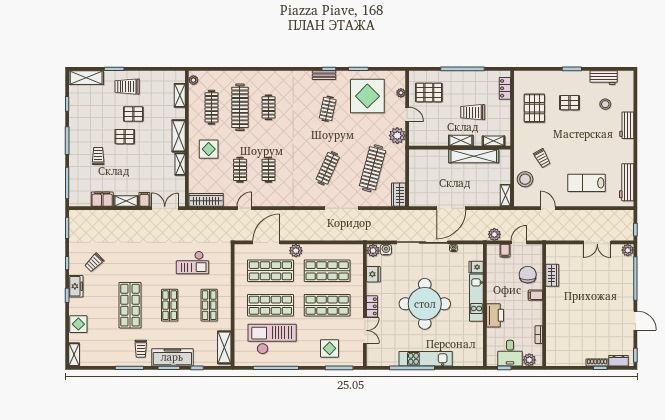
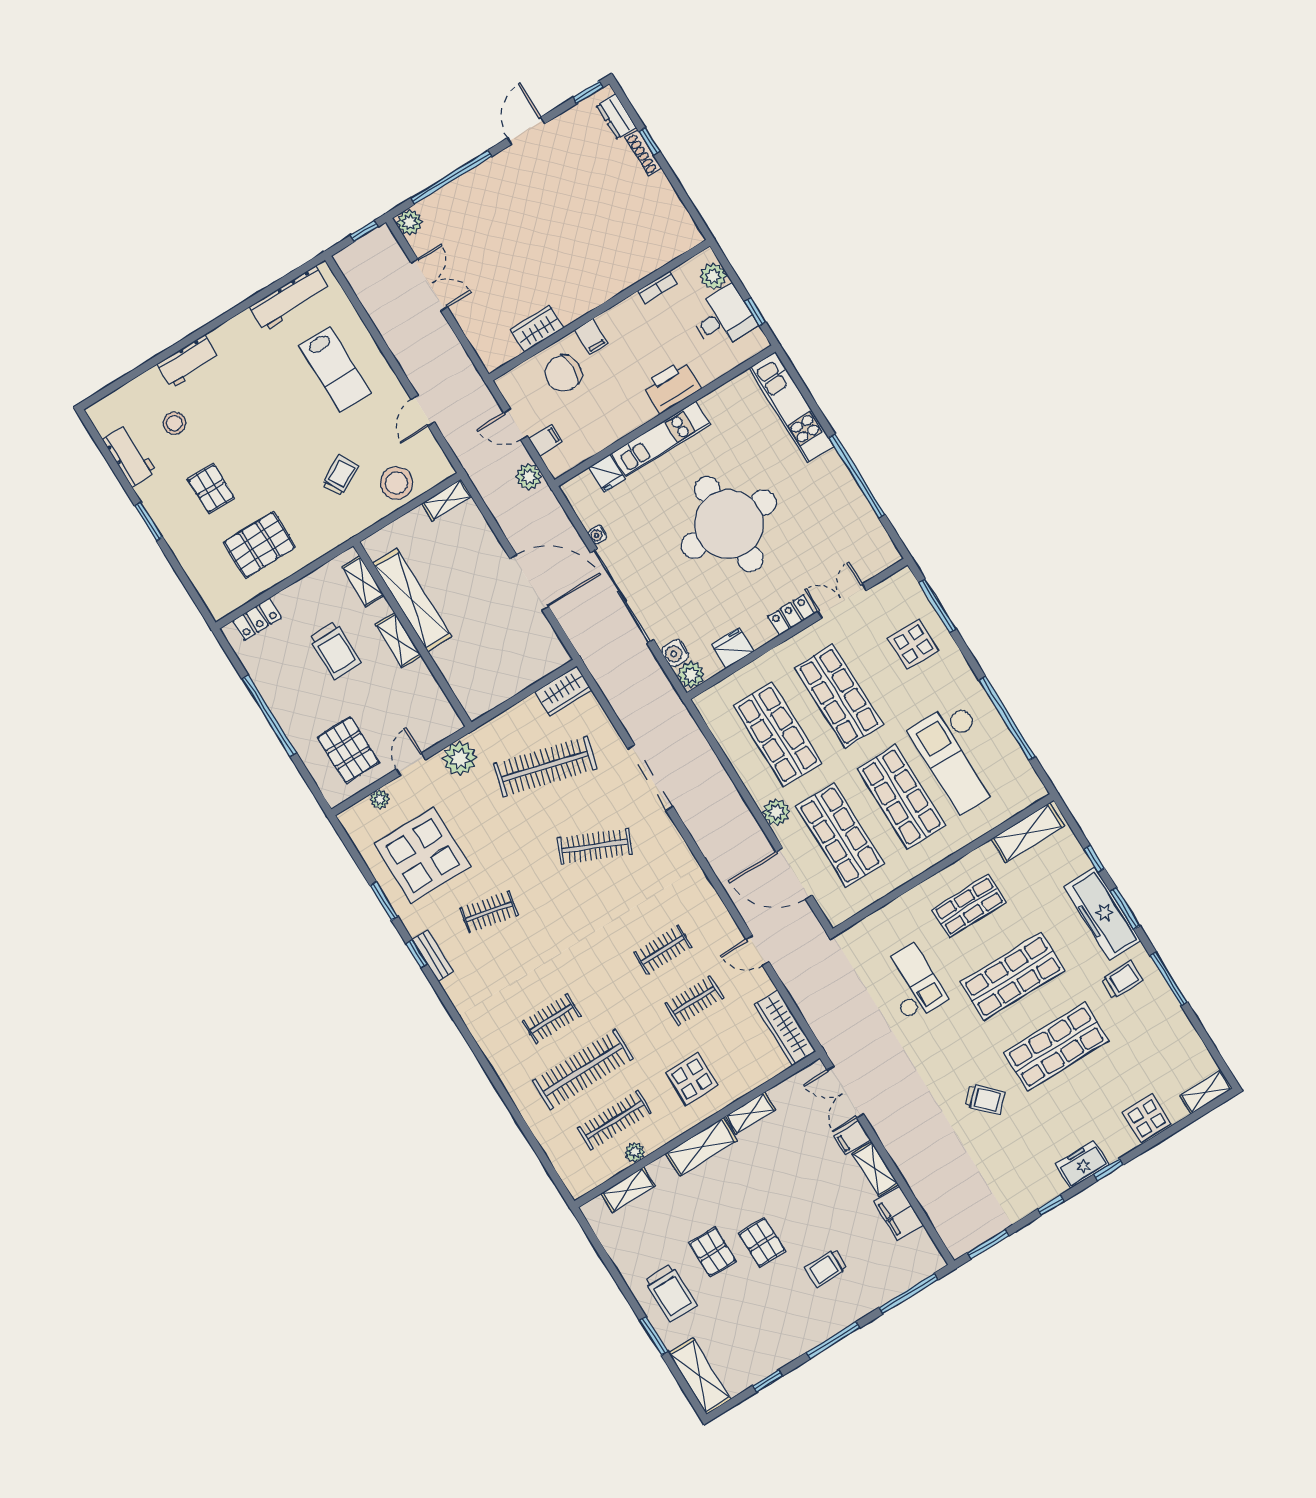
plant: (193, 80) -> (635, 1152), moved
trolley: (94, 263) -> (985, 1099), moved
shop shelf: (170, 305) -> (1013, 976), width x1.43, depth x1.36
kitchen unit: (426, 359) -> (791, 407), moved

